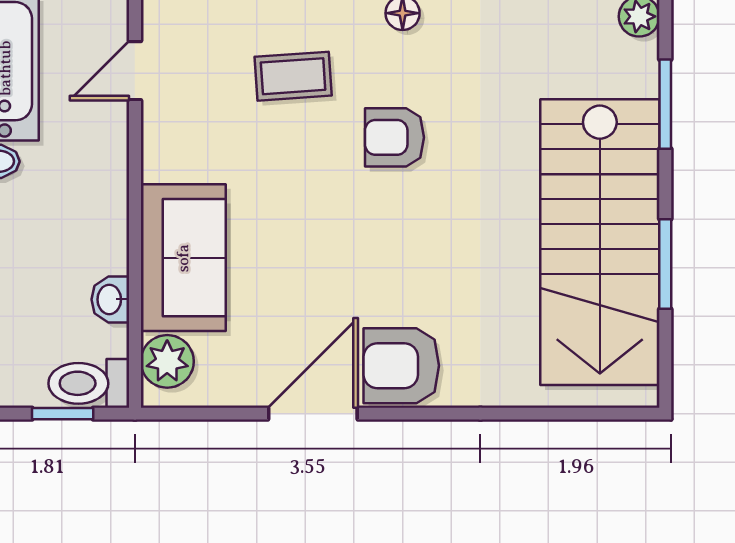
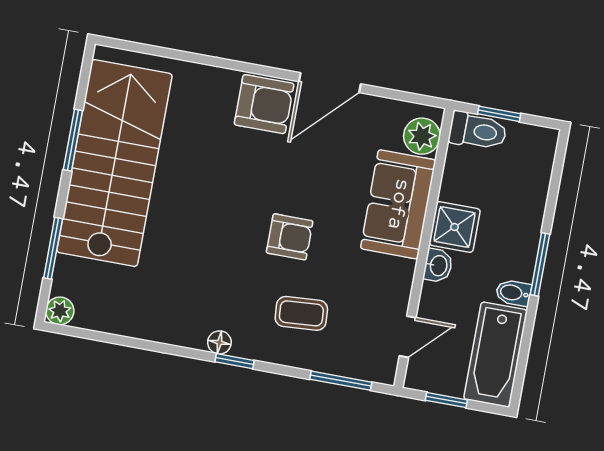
armchair: (394, 137) -> (290, 237), moved
shower: (97, 240) -> (455, 227), added
washbasin: (110, 299) -> (438, 266), moved

